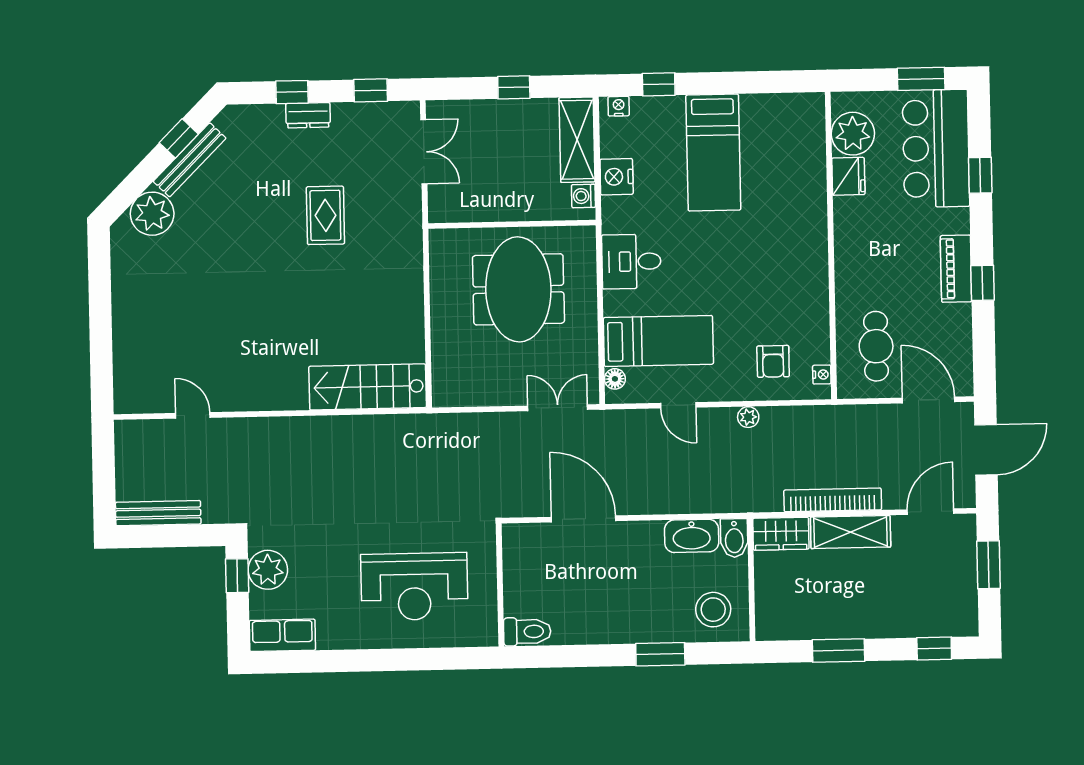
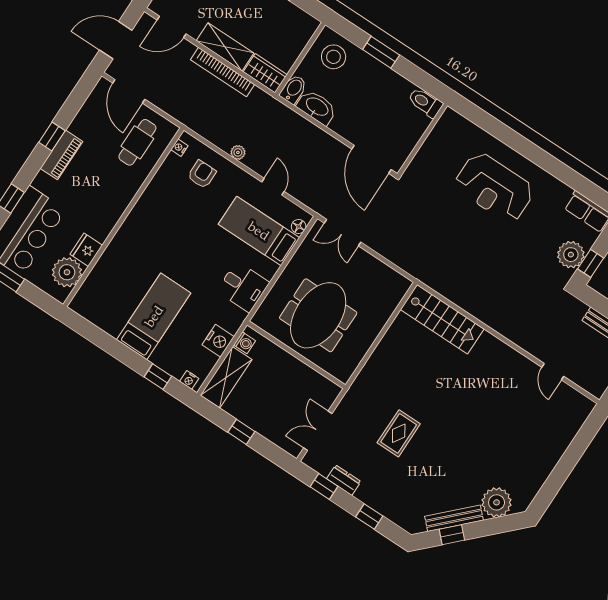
dresser: (308, 115) -> (344, 480), moved
wall: (500, 585) -> (422, 140), moved
reception desk: (414, 587) -> (494, 187), turned 180
toilet: (527, 632) -> (425, 103), moved

